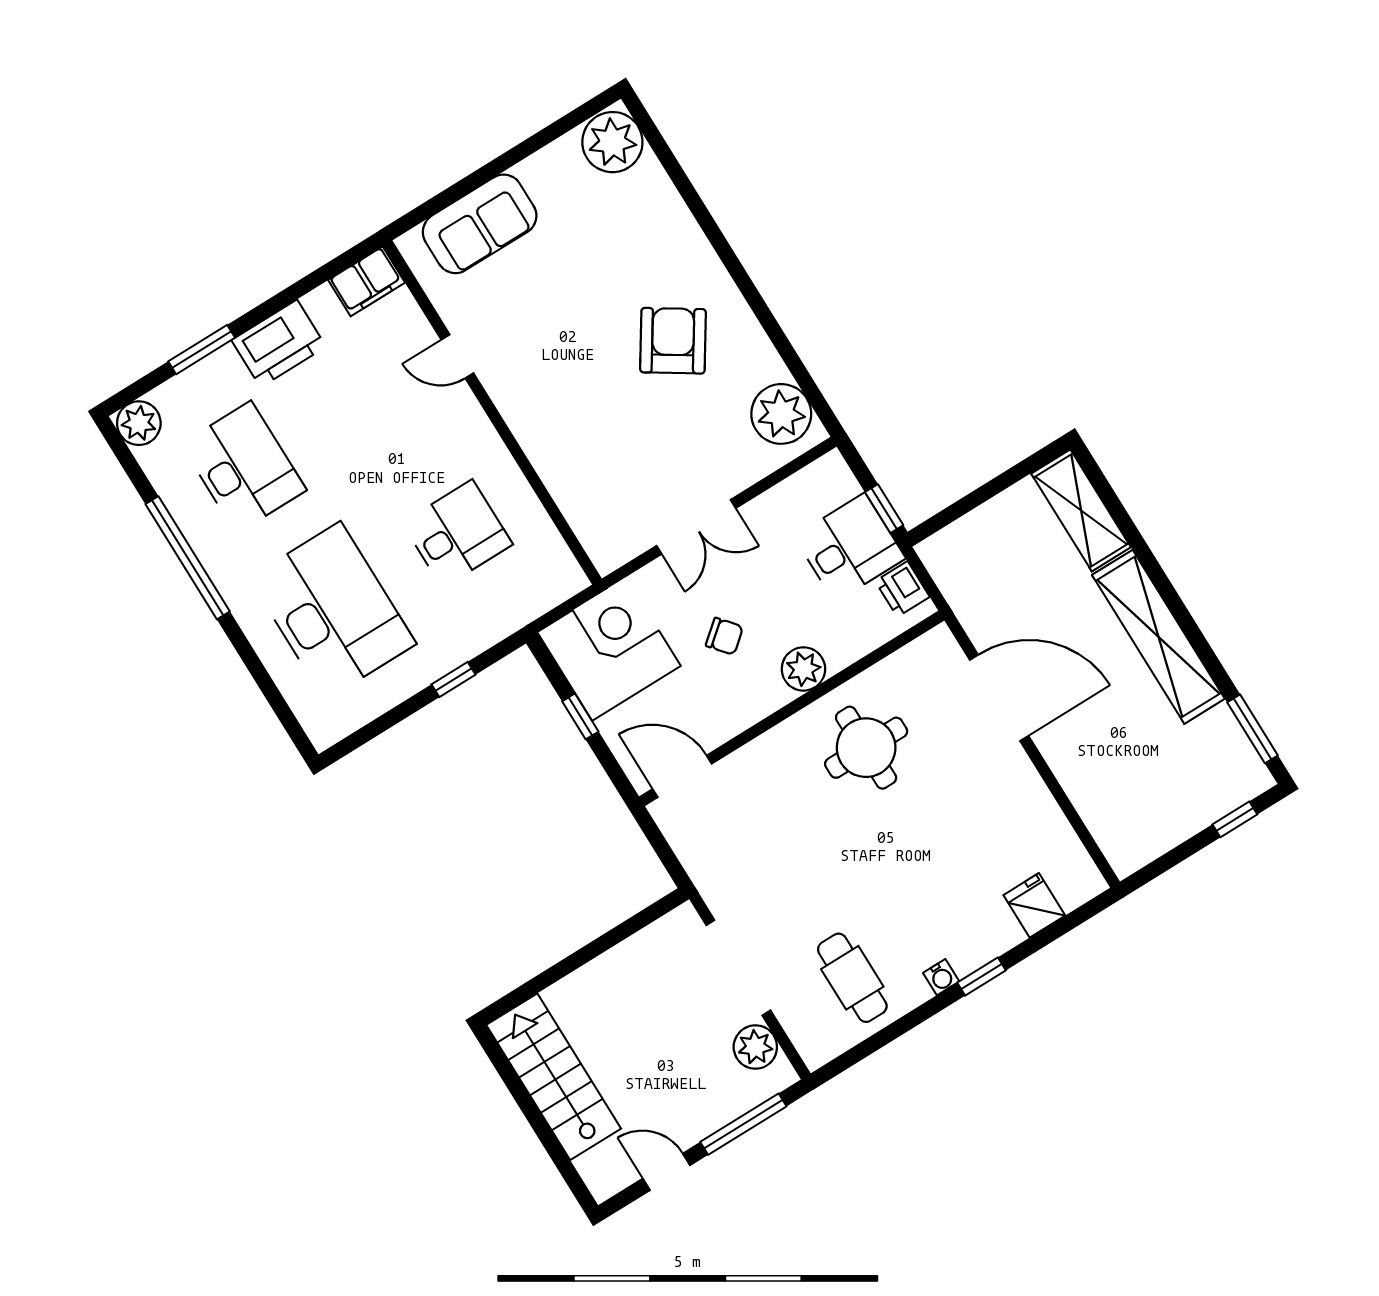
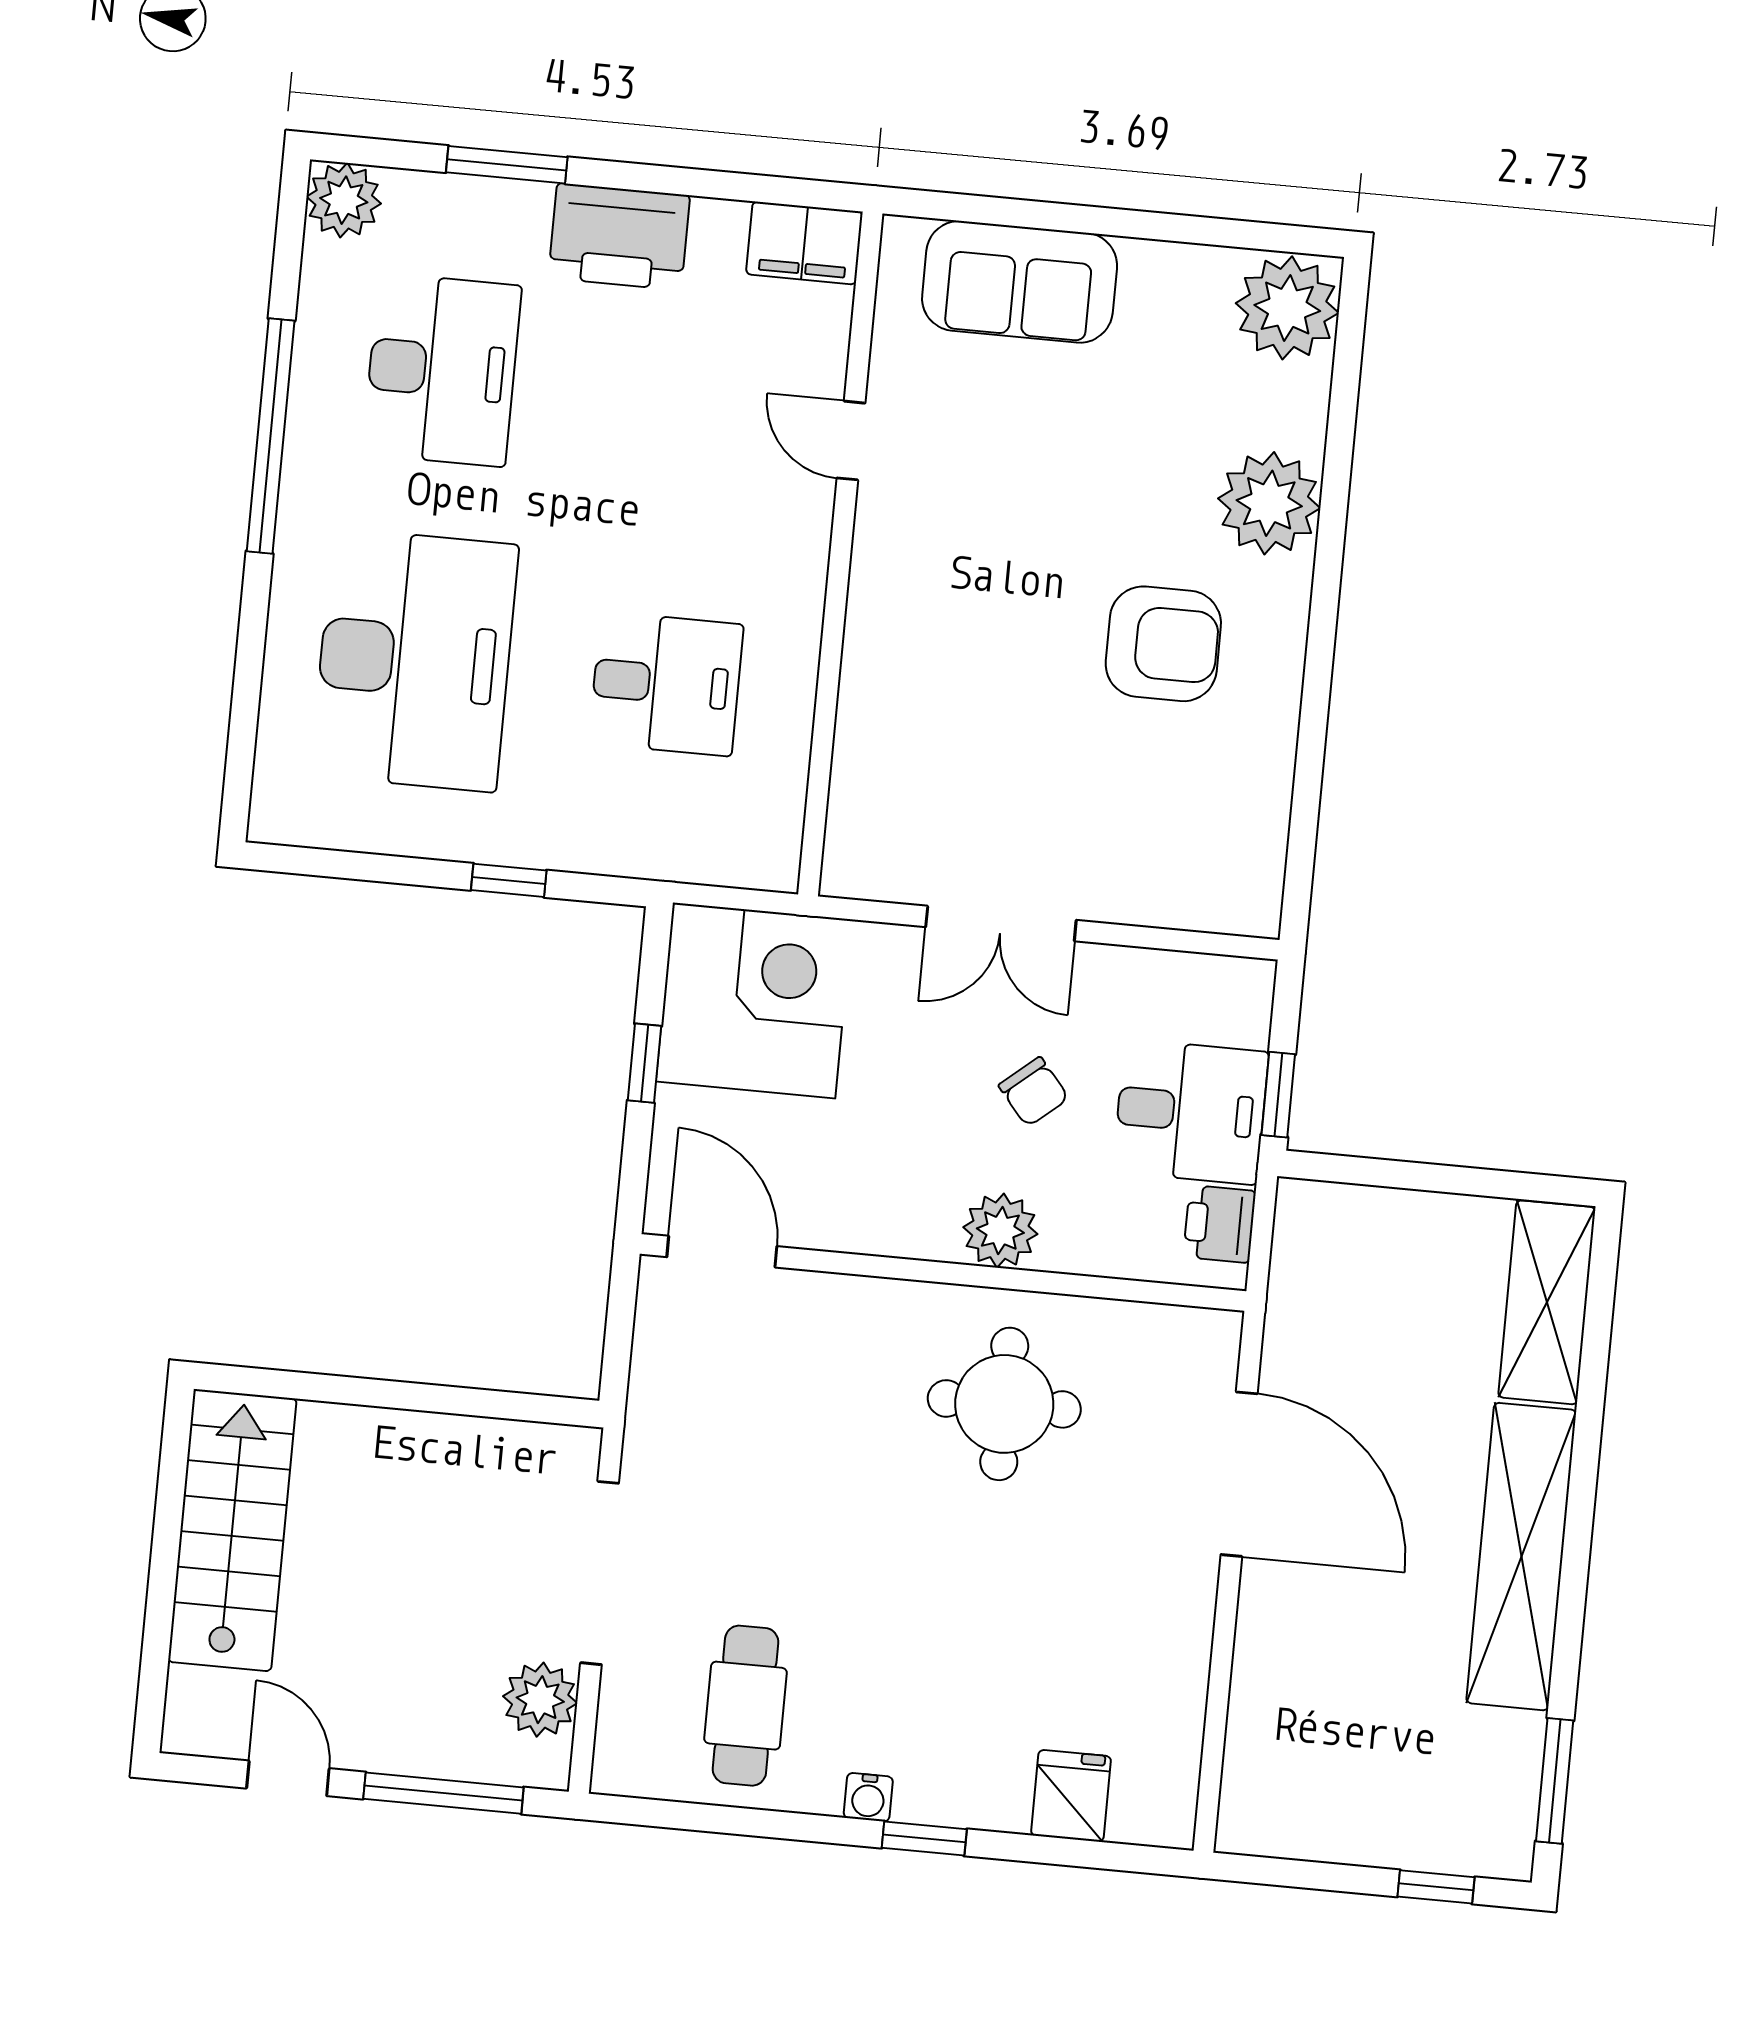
armchair: (673, 341) -> (1163, 644), turned 57
plant: (781, 414) -> (1269, 503), moved
chair: (724, 636) -> (1034, 1092), moved

